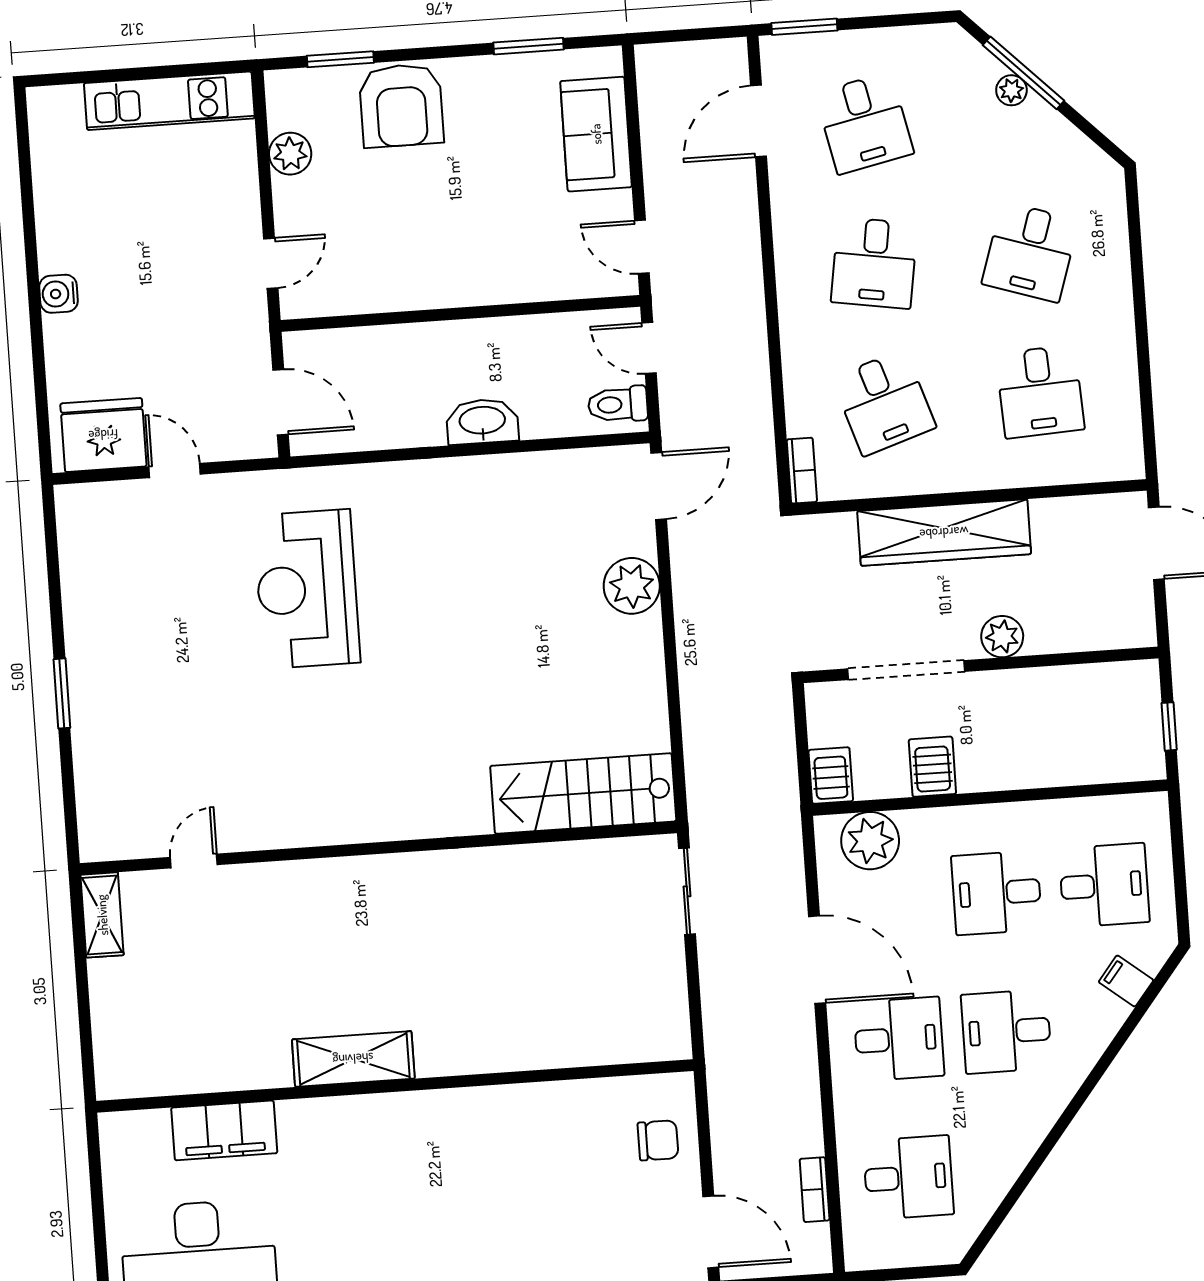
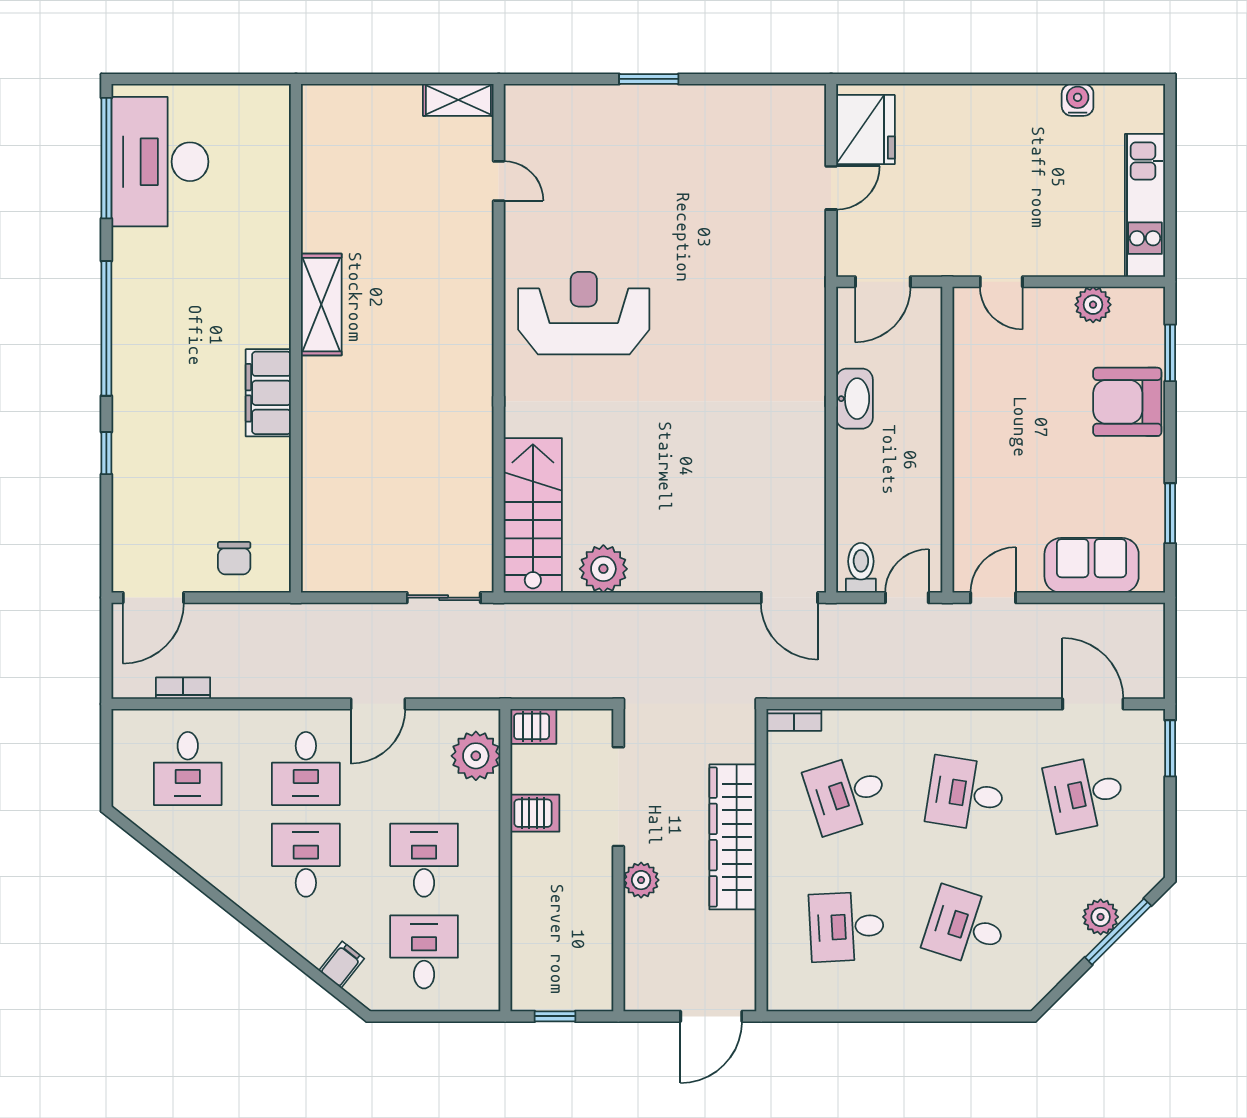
plant: (1011, 90) -> (1101, 917), width x1.38, depth x1.38
water cooler: (59, 294) -> (1078, 100), moved
washbasin: (482, 421) -> (854, 399), moved
plant: (632, 586) -> (603, 569), moved
reception desk: (307, 589) -> (584, 313), moved
desk: (1104, 885) -> (424, 952), turned 180
door: (817, 960) -> (378, 704), width x0.73
filing cabinet: (224, 1130) -> (268, 393), moved

